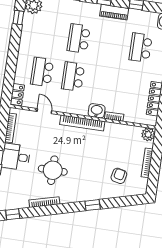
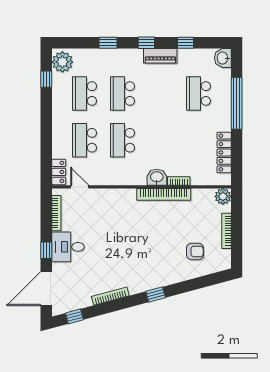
school desk: (48, 34) -> (84, 94), added
door: (44, 111) -> (80, 187), moved
bookcase: (82, 123) -> (164, 194), moved
round table: (53, 170) -> (115, 256), removed
armchair: (119, 176) -> (195, 251), turned 78
window: (93, 205) -> (156, 295), moved

